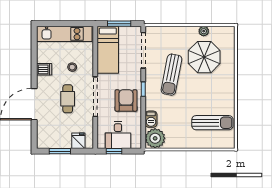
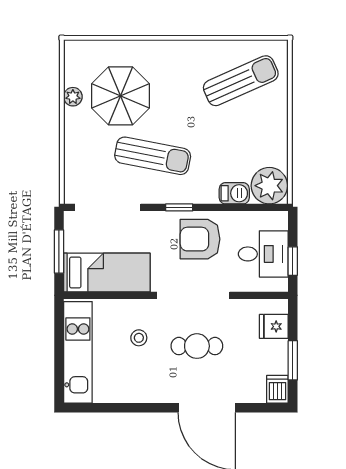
dishwasher: (44, 69) -> (277, 389), moved
sun lounger: (212, 123) -> (241, 81), turned 66

